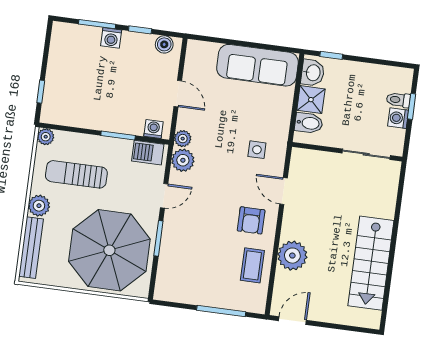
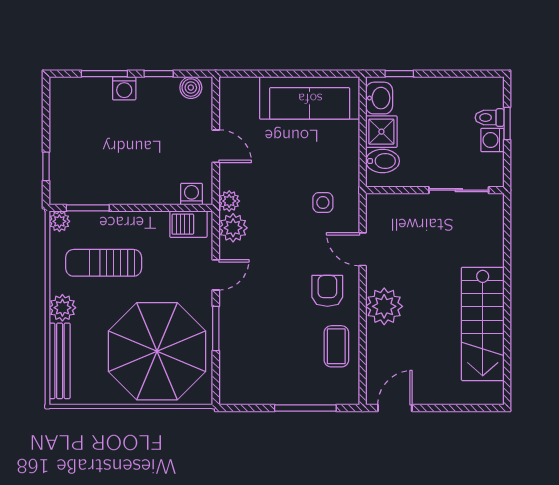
window: (118, 135) -> (88, 208), moved
armchair: (251, 220) -> (327, 291), turned 180
plant: (292, 256) -> (384, 306), moved

